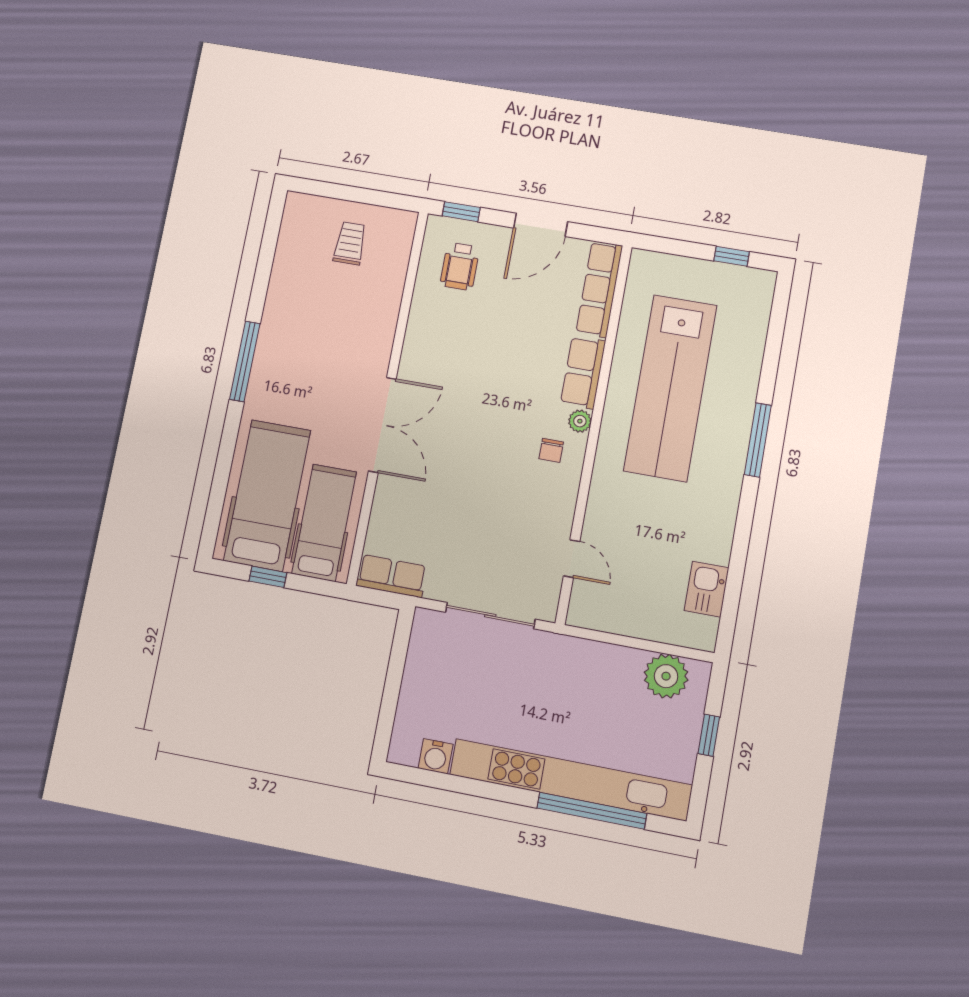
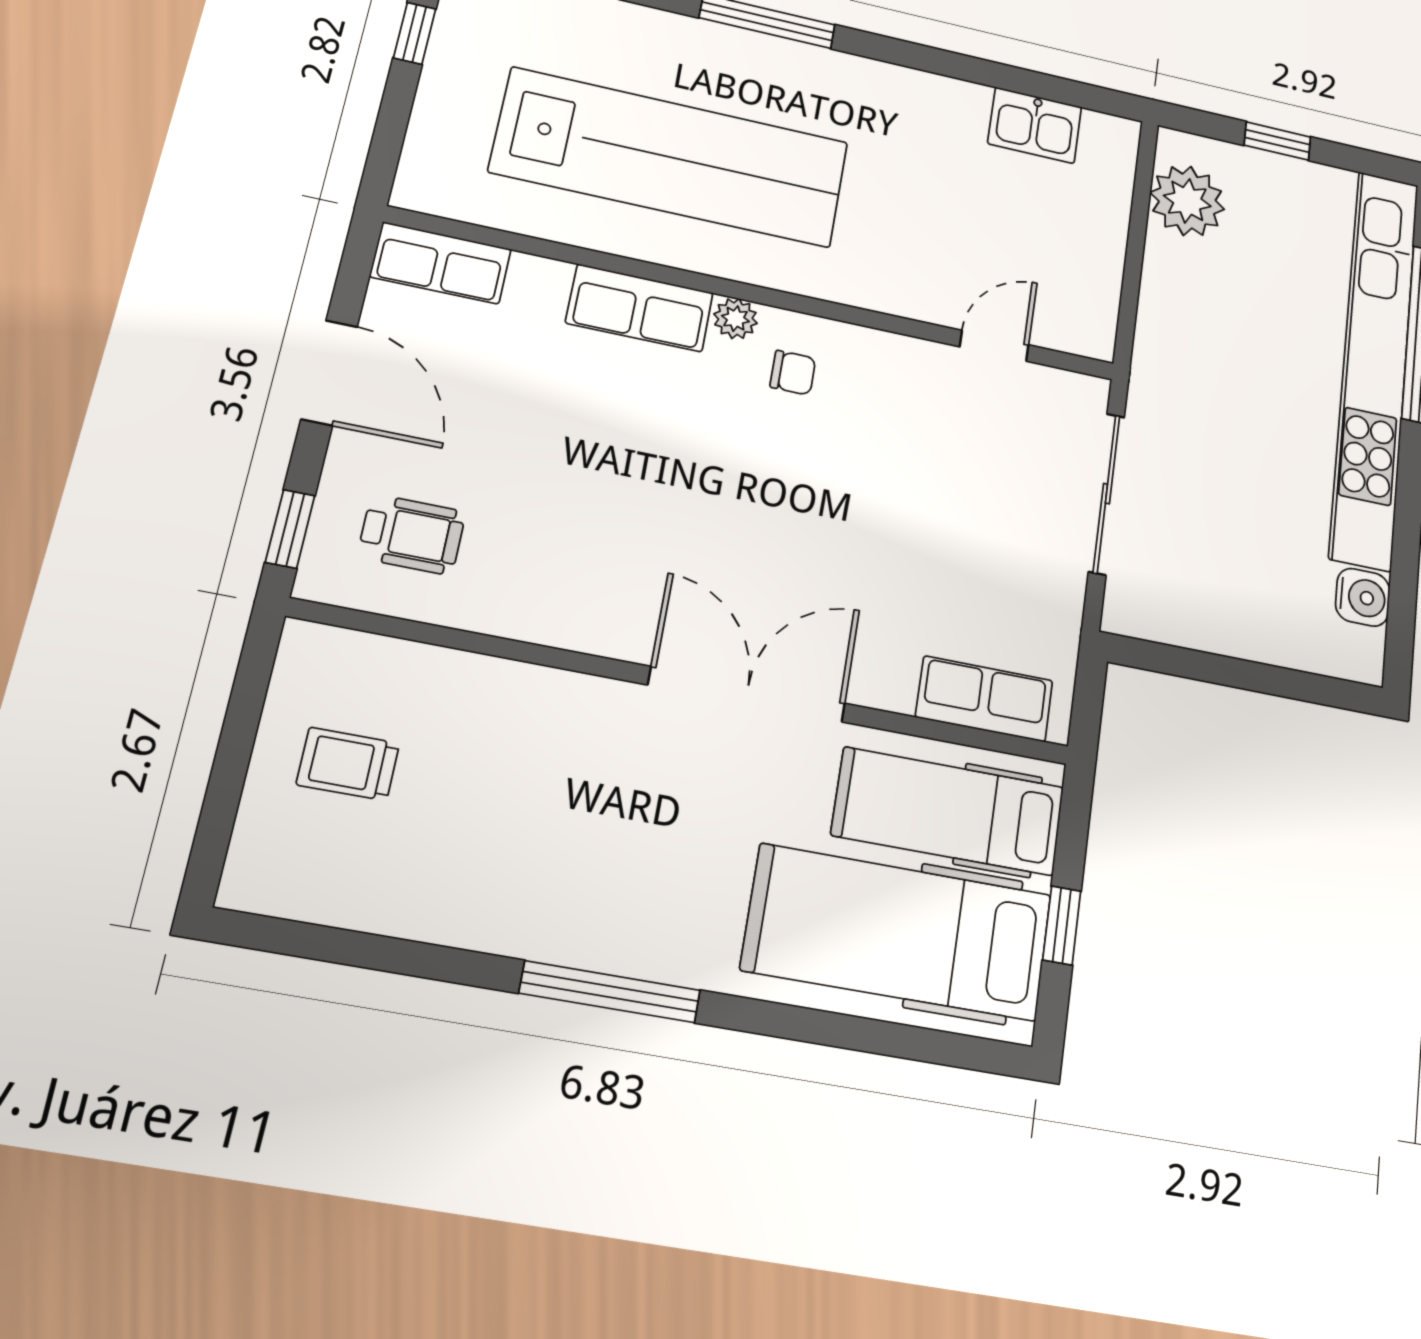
row of seats: (599, 289) -> (441, 263), width x0.68
row of seats: (392, 576) -> (984, 699), moved, turned 90

